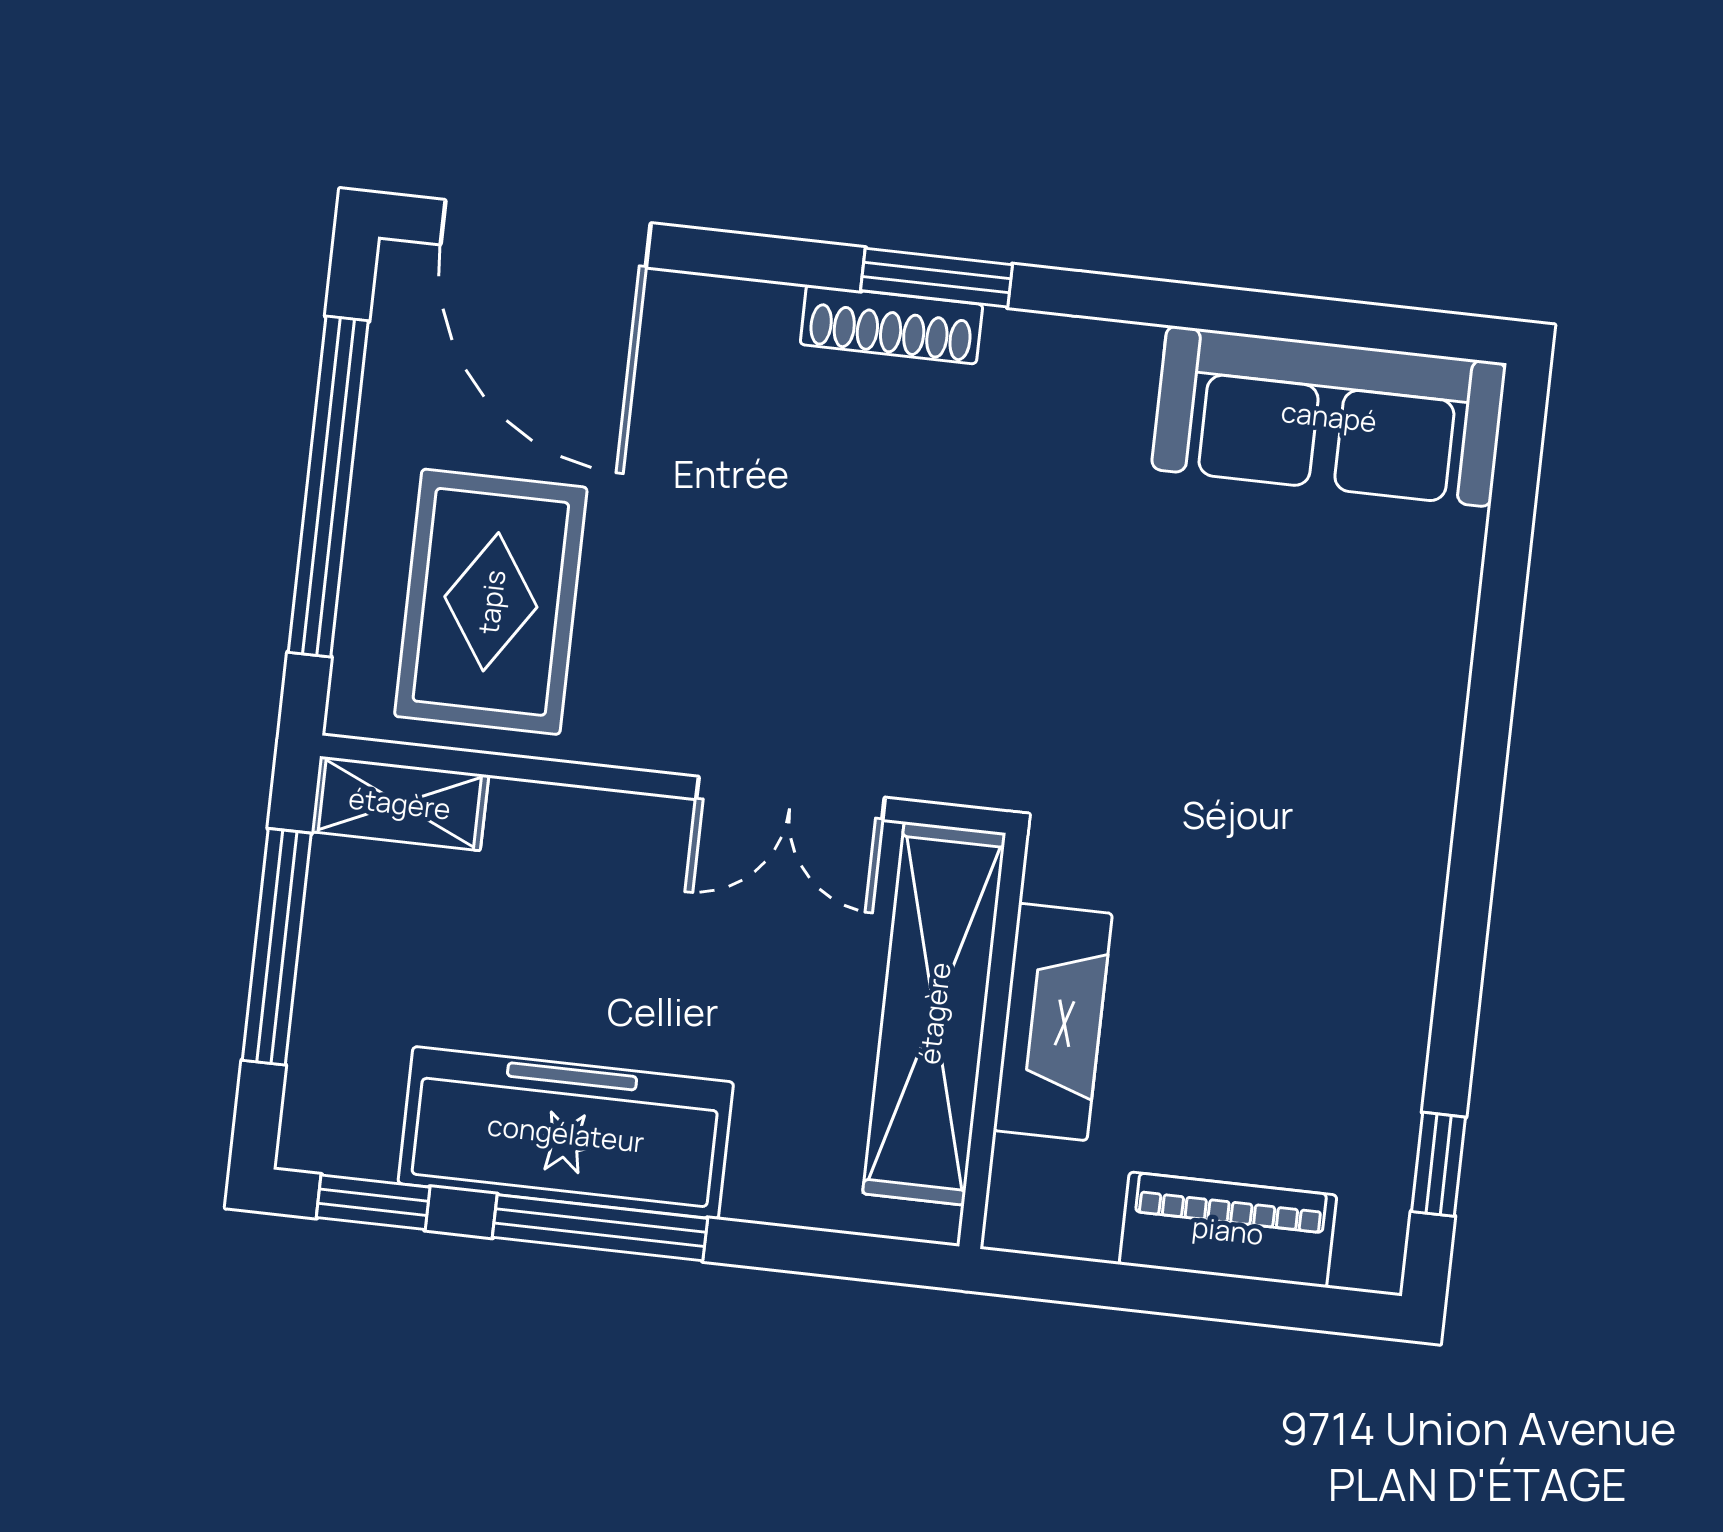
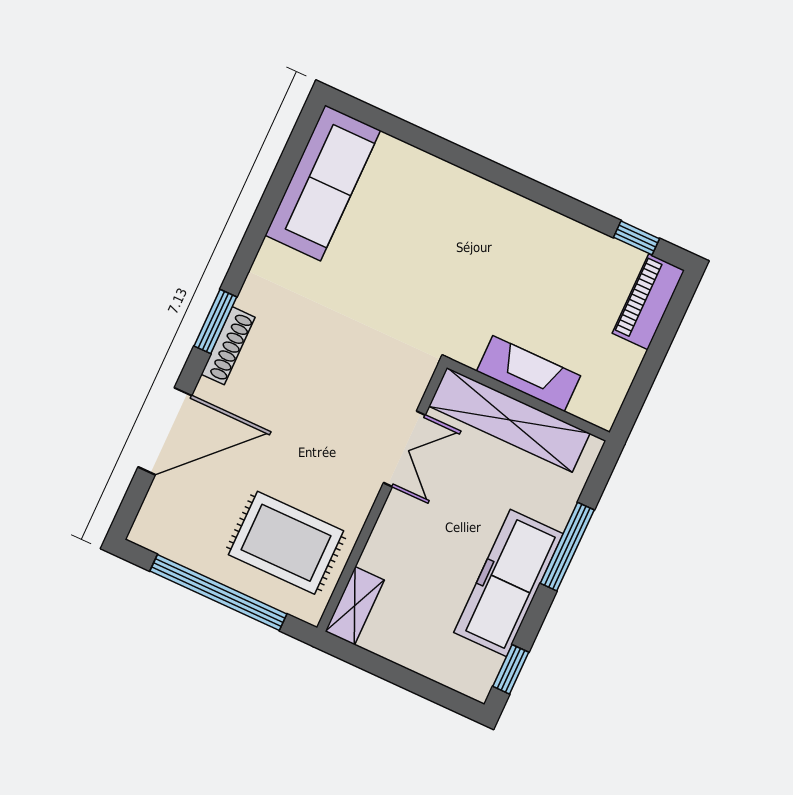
door: (546, 234) -> (165, 431), moved
window: (277, 947) -> (396, 674), removed
window: (600, 1228) -> (567, 547), moved
piano: (1228, 1230) -> (648, 302), moved

